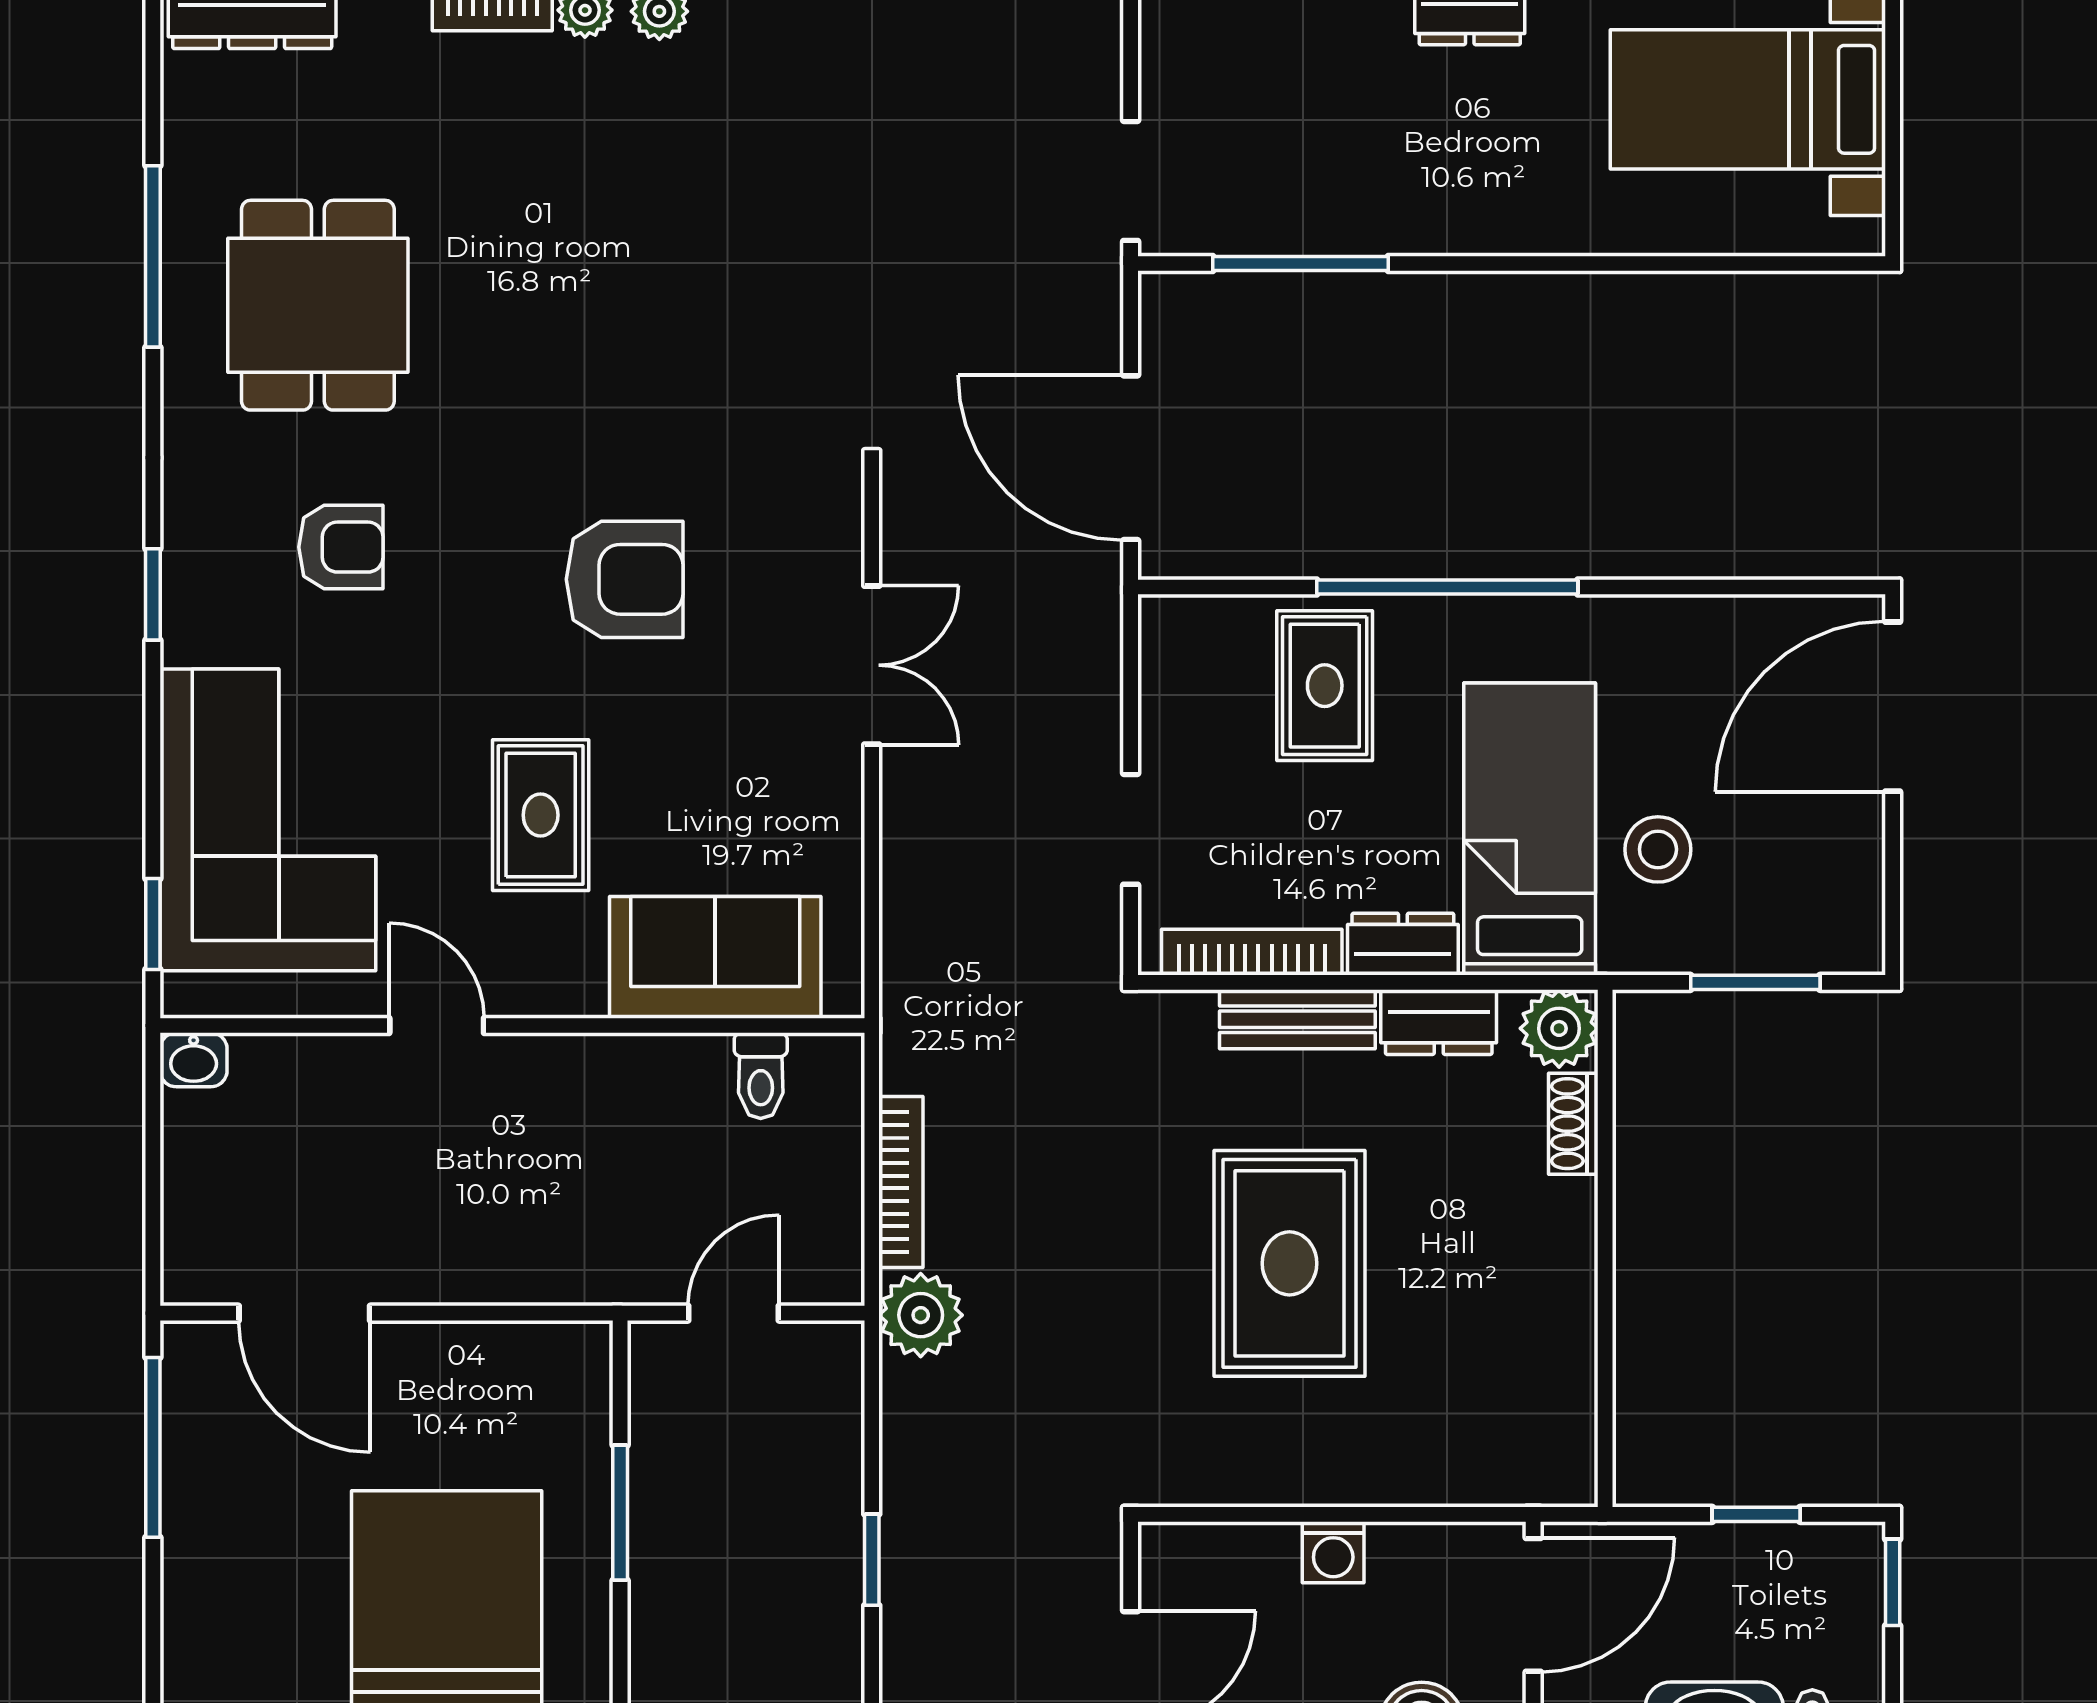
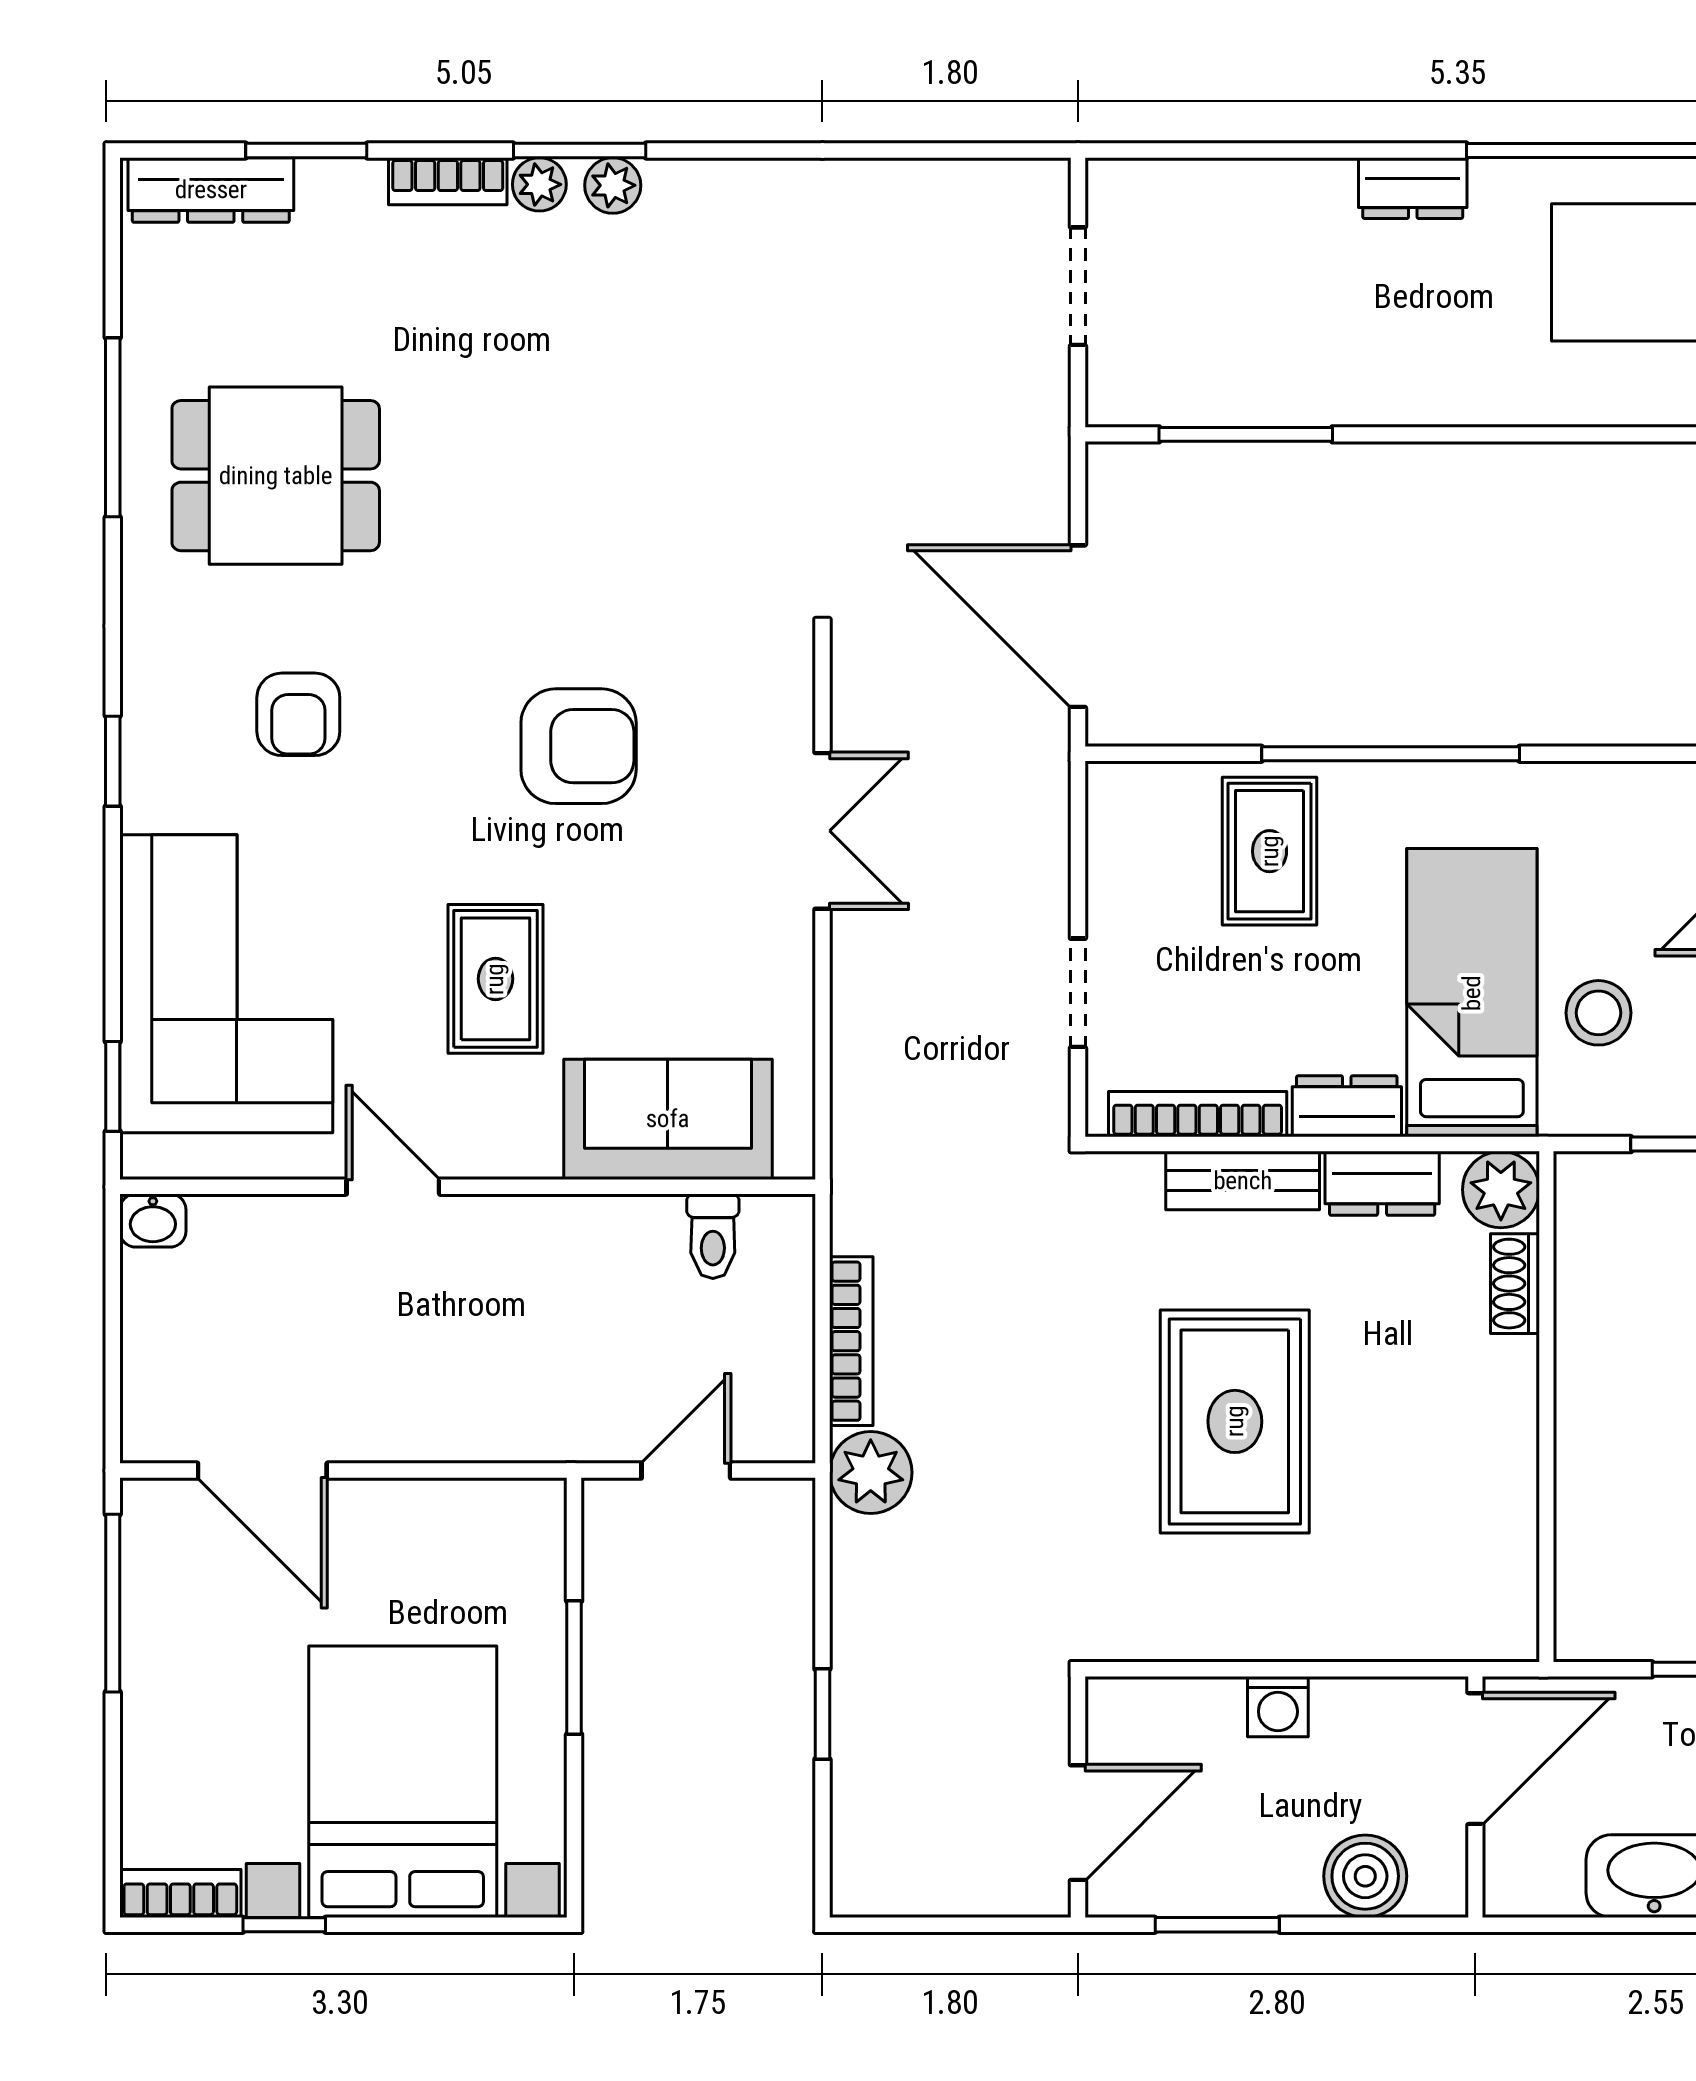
doorway: (1131, 181) -> (1078, 286), moved
dining table: (318, 305) -> (276, 476), turned 90
armchair: (341, 547) -> (298, 714), turned 90

